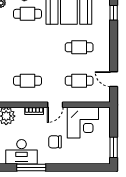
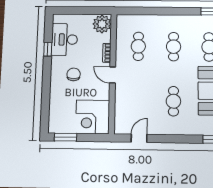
cafe table: (79, 81) -> (174, 47), moved
corner desk: (83, 123) -> (93, 117), moved
window: (31, 167) -> (48, 49), width x0.46

